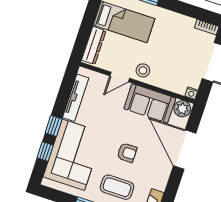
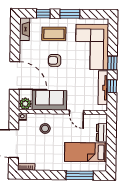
dresser: (94, 45) -> (102, 133), width x0.70
stool: (143, 70) -> (45, 128), moved
door: (120, 77) -> (77, 112), swing flipped
window: (45, 152) -> (112, 86), moved

